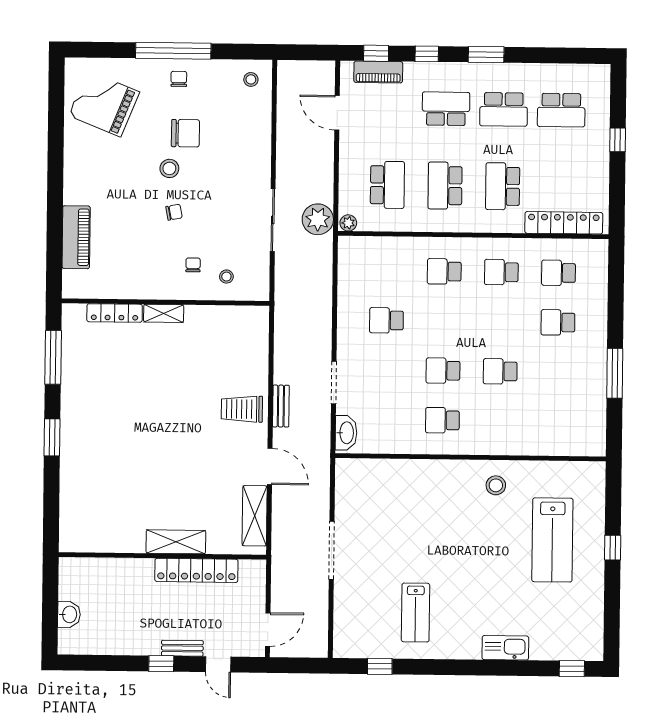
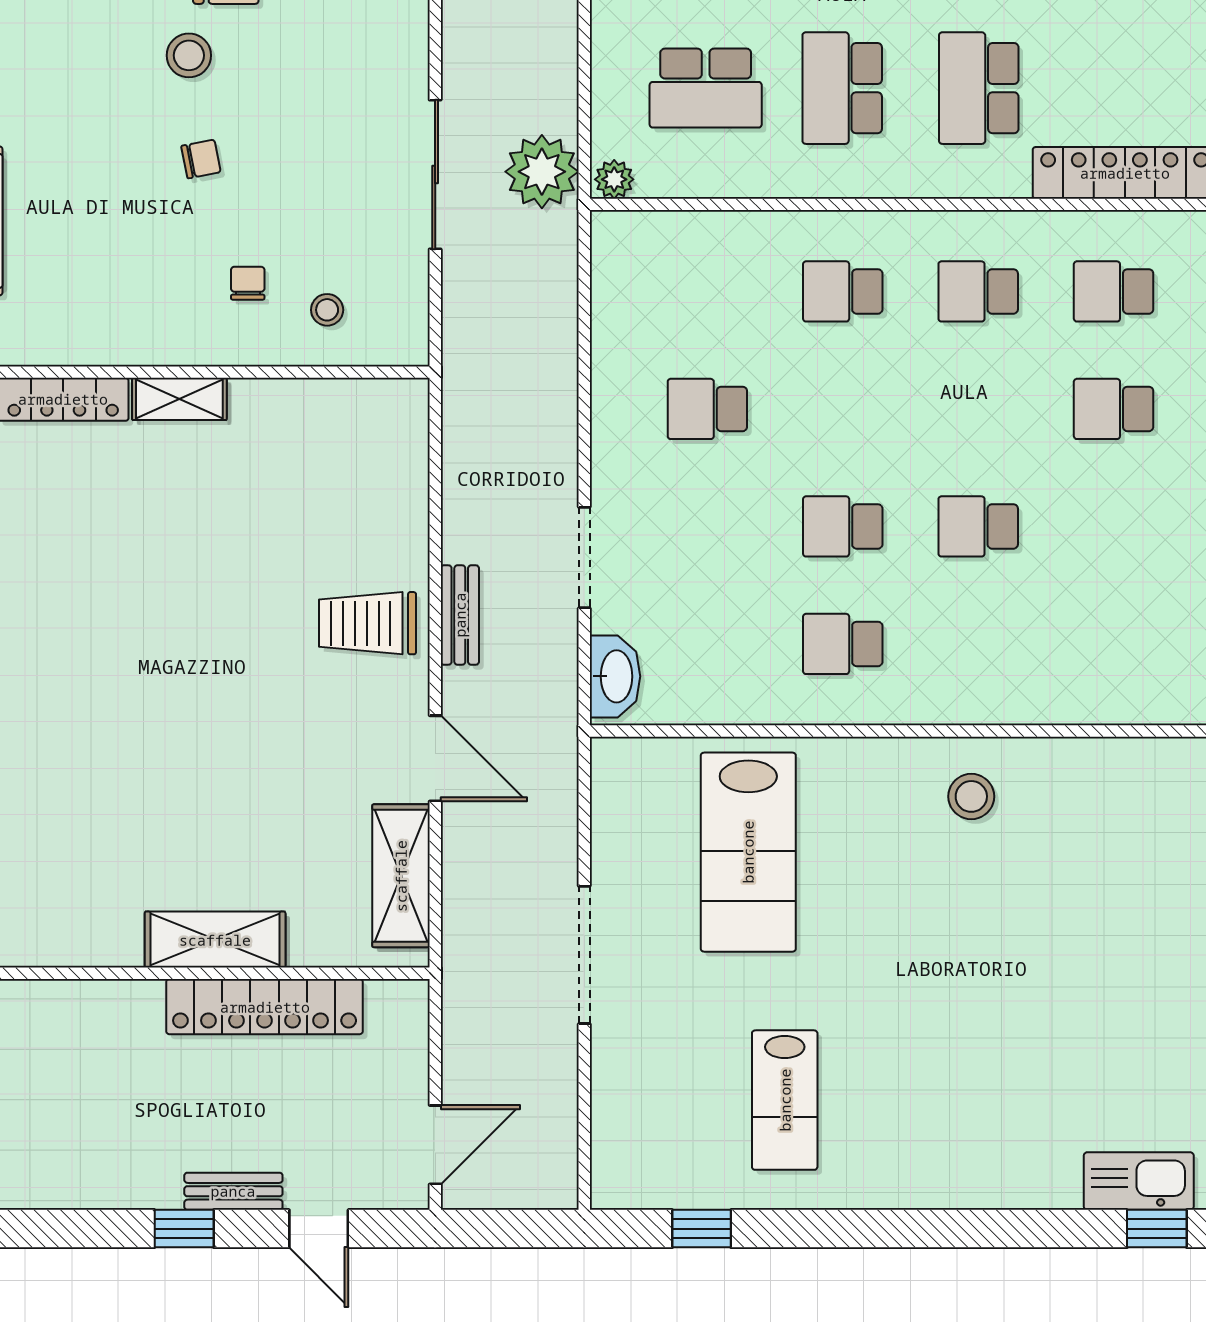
school desk: (387, 185) -> (706, 88), turned 90
lab bench: (552, 540) -> (748, 852), moved
kitchen sink: (505, 648) -> (1139, 1181), moved

